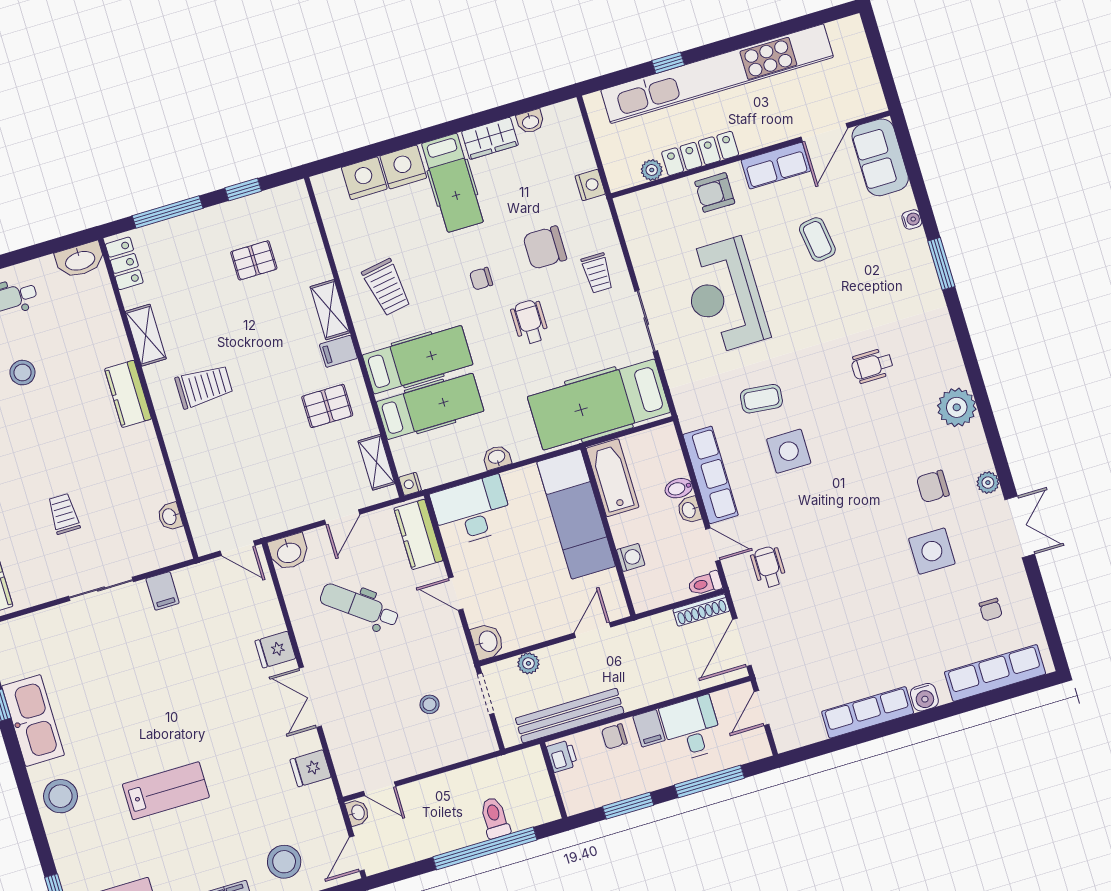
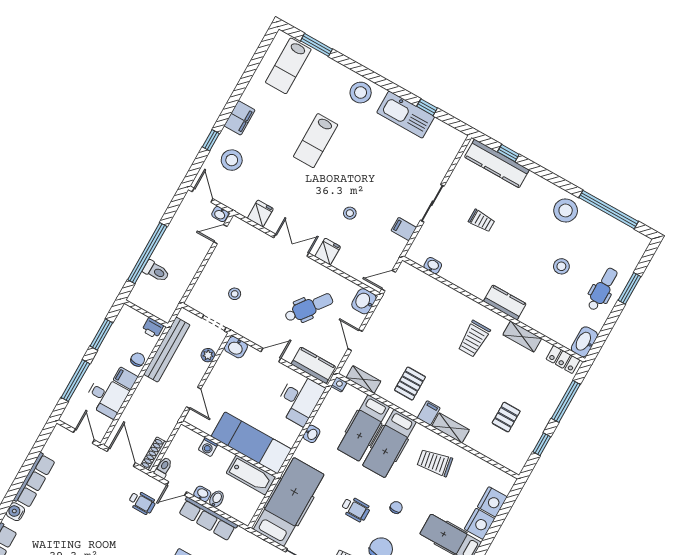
stool: (207, 669) -> (350, 213), added

